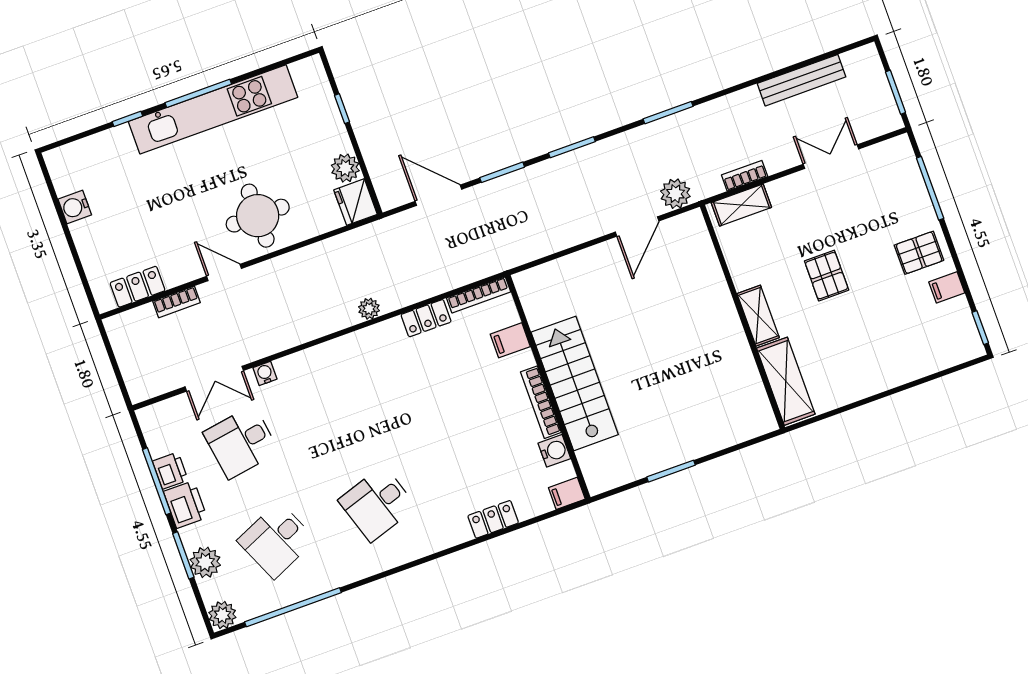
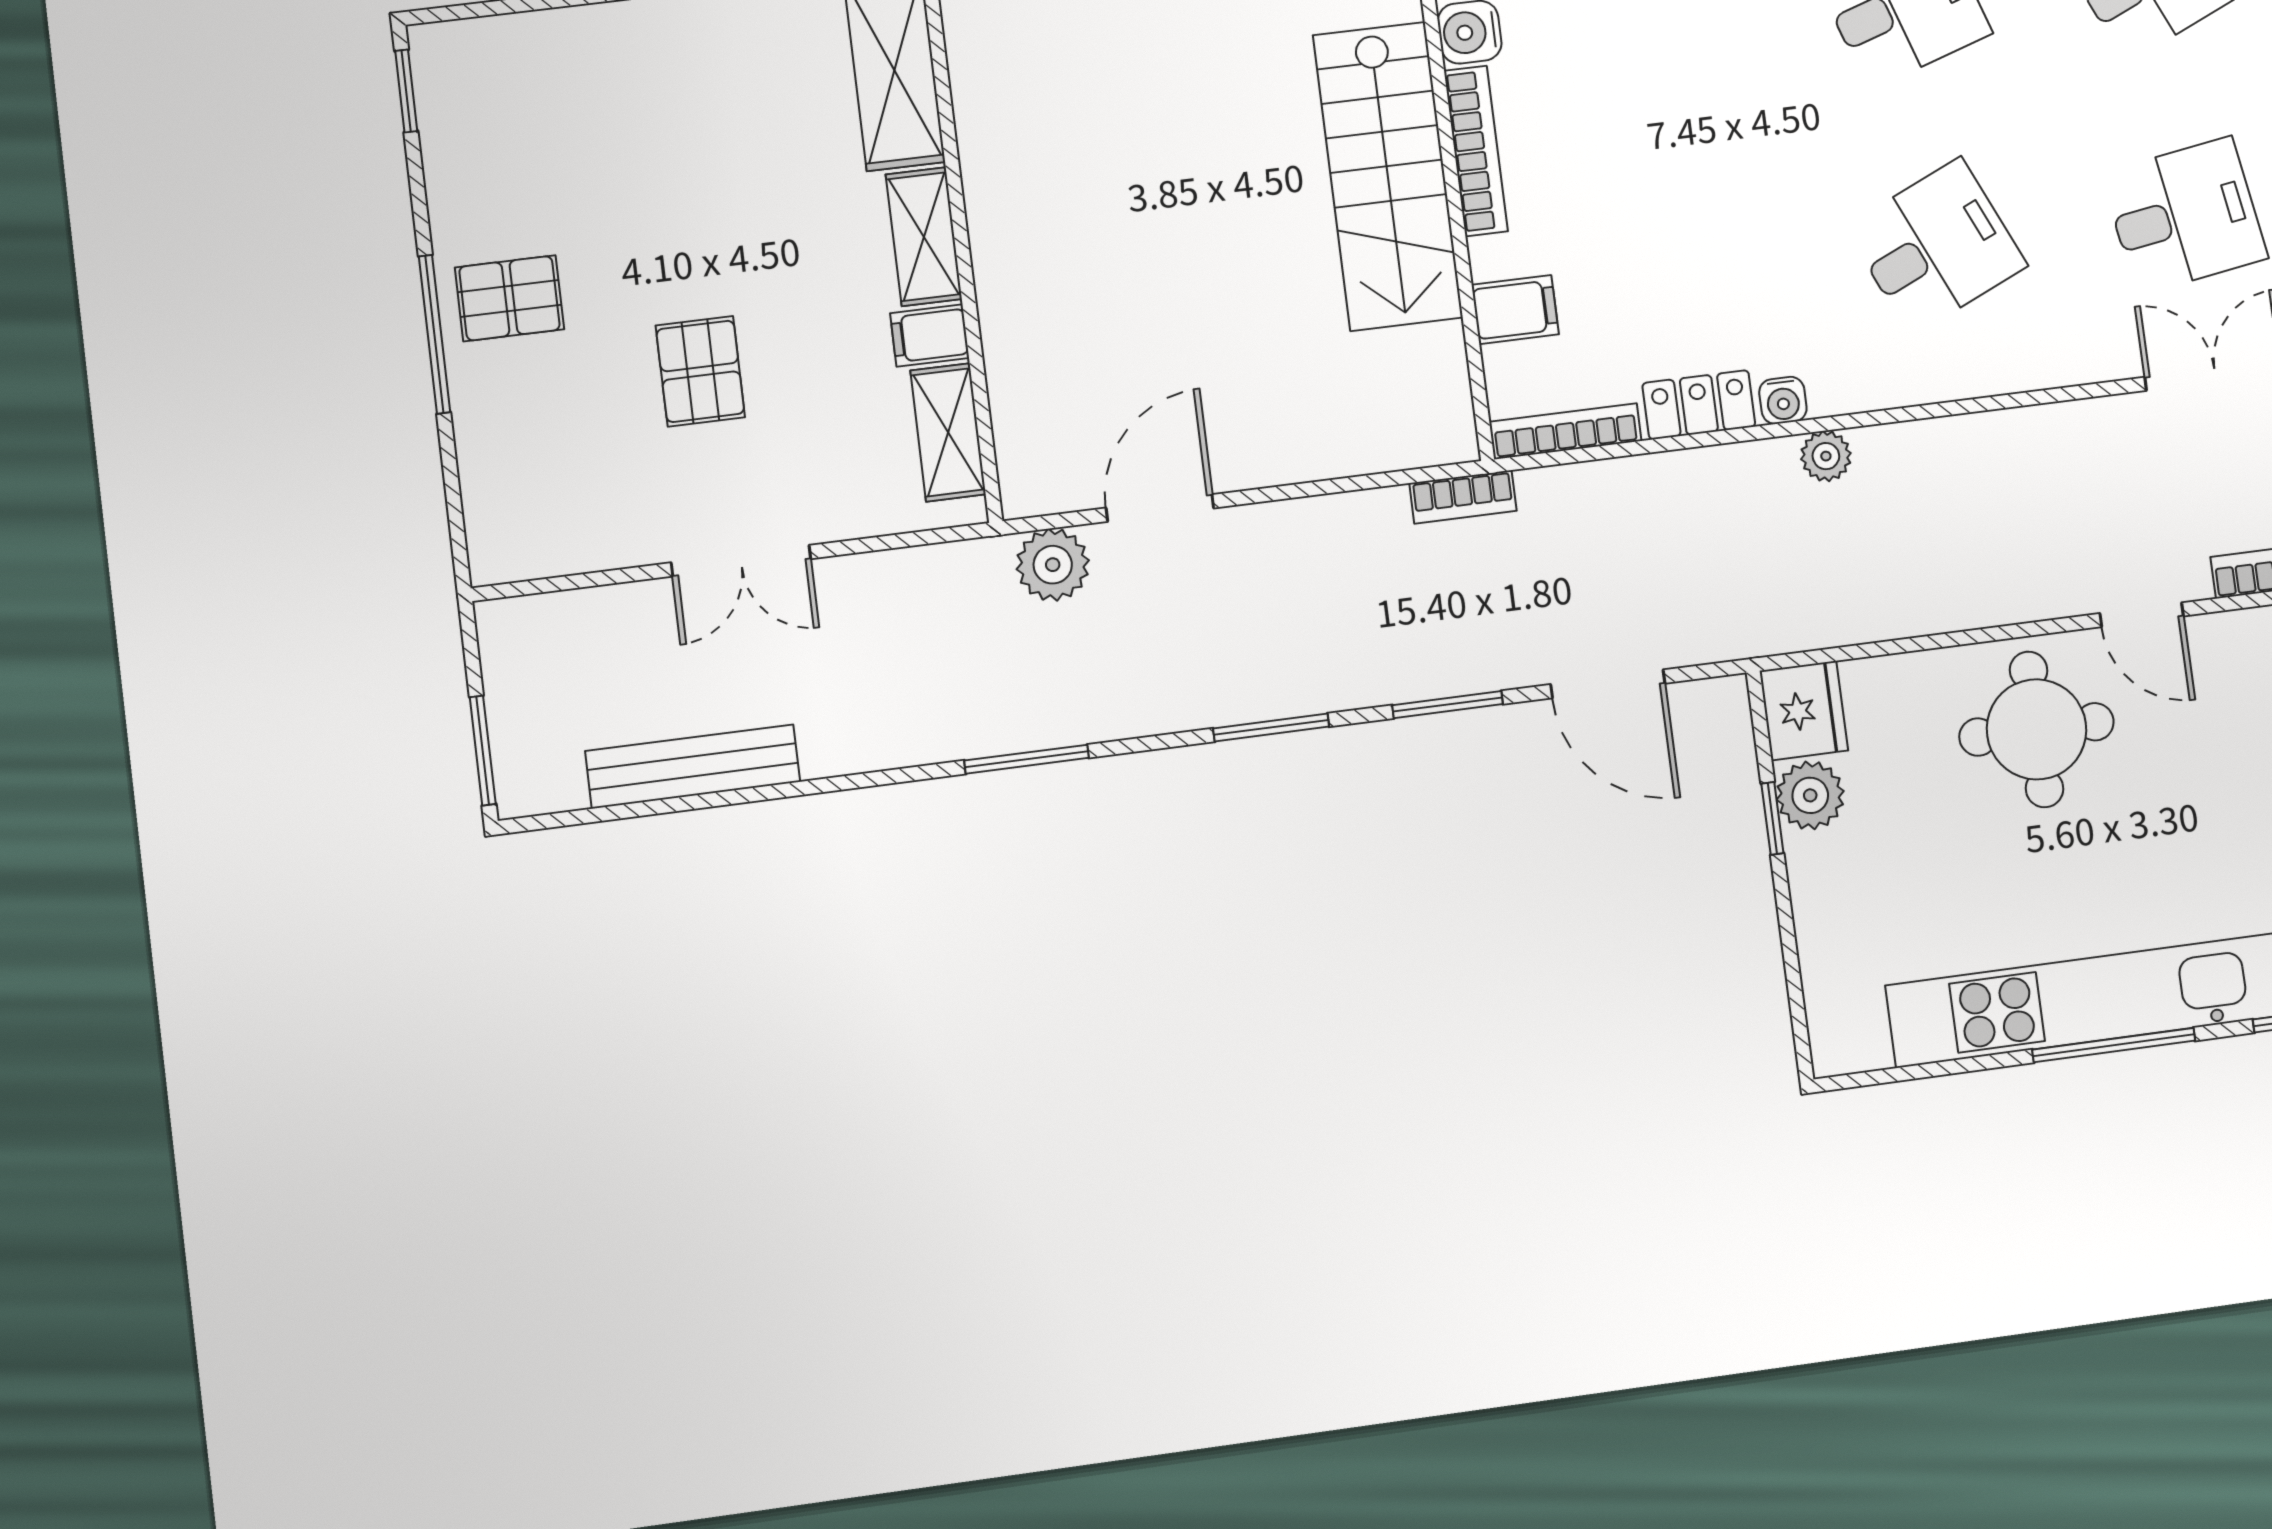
window: (895, 92) -> (483, 751), moved
window: (342, 109) -> (1772, 818), moved
double door: (831, 157) -> (741, 561), moved
bookcase: (745, 176) -> (1463, 497), moved
window: (930, 188) -> (434, 334), moved
shelving: (741, 205) -> (948, 432), moved, turned 90
pallet: (827, 276) -> (700, 371), moved
filing cabinet: (947, 287) -> (930, 336), moved, turned 180
water cooler: (265, 373) -> (1783, 400), moved
desk: (342, 406) -> (1936, 247), added

